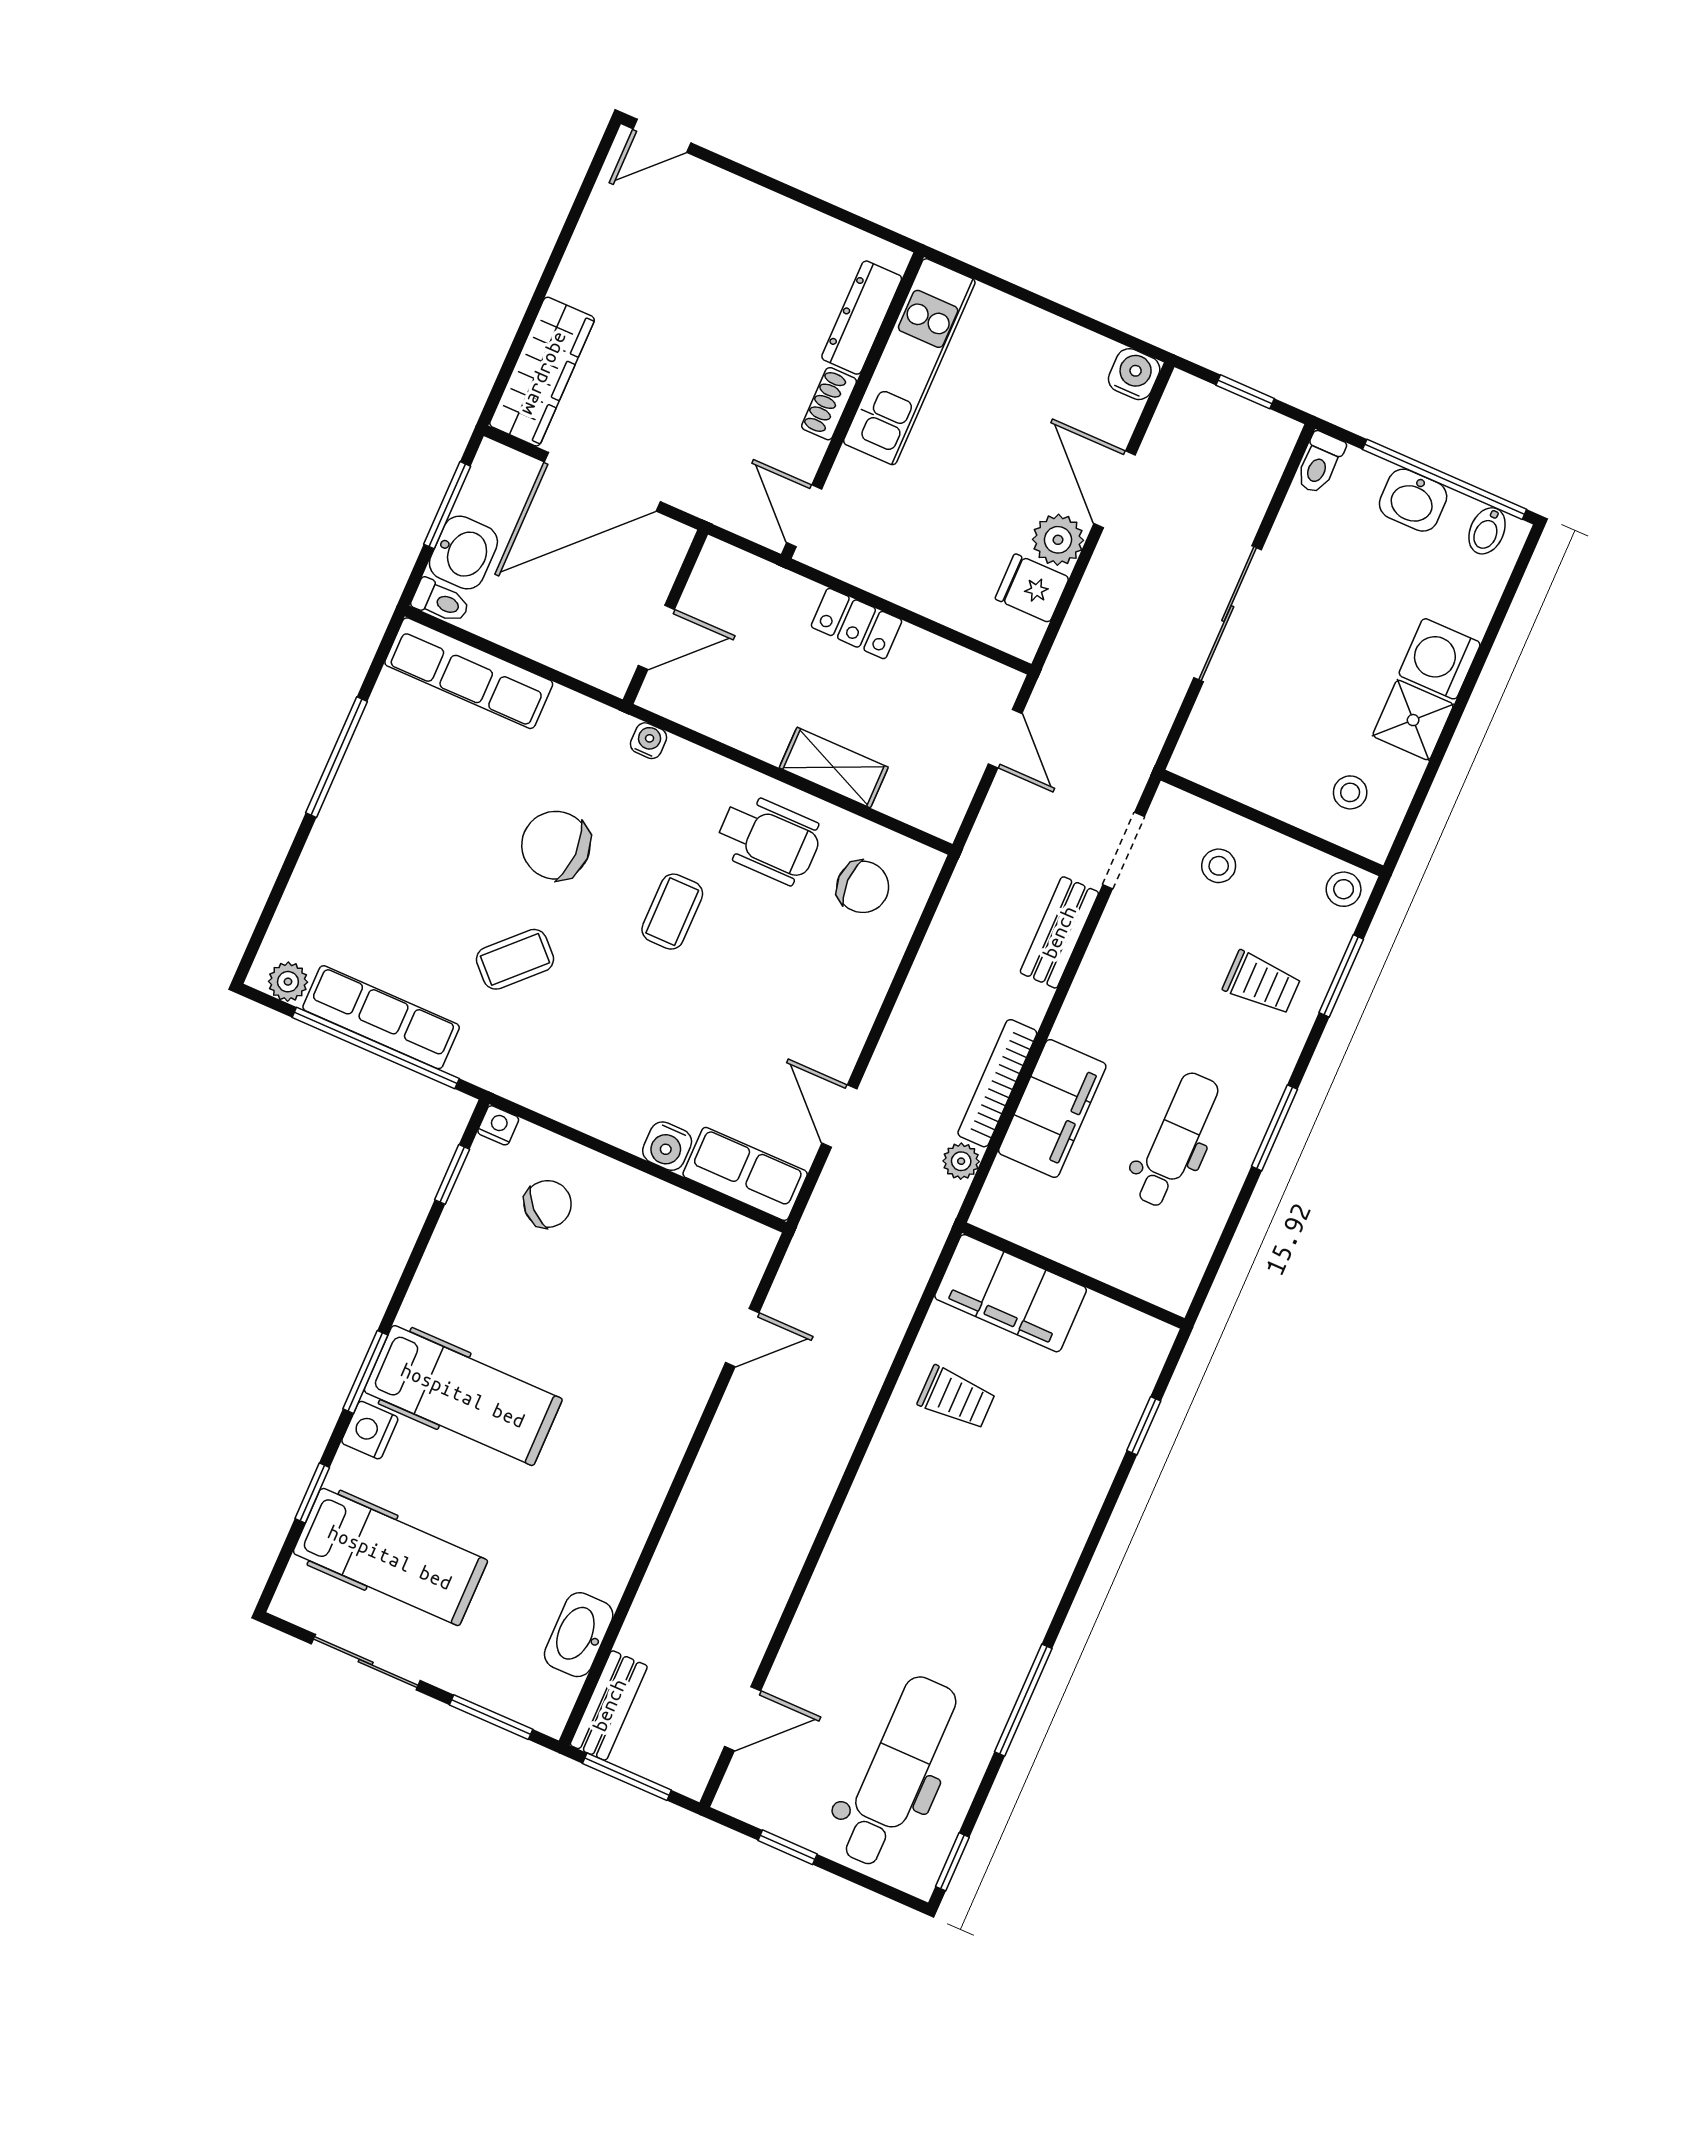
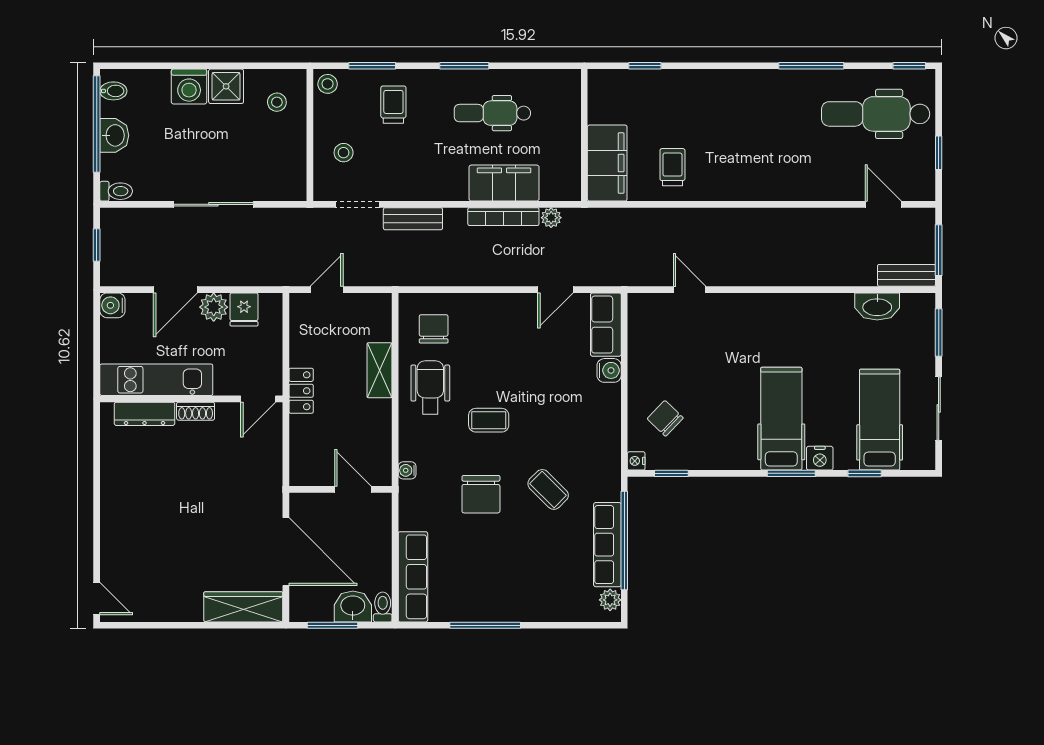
dresser: (862, 318) -> (145, 414), moved
kitchen unit: (909, 362) -> (156, 380), moved
shoe rack: (829, 404) -> (196, 411), moved
wall: (853, 406) -> (191, 399), moved
door: (804, 516) -> (258, 399), moved

